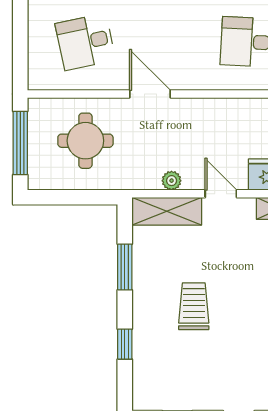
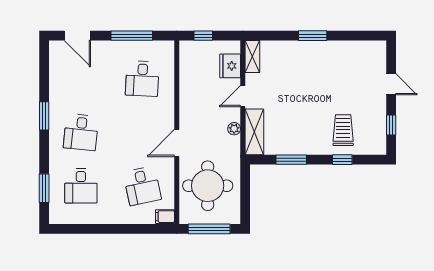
filing cabinet: (39, 76) -> (165, 217), added
round table: (85, 141) -> (208, 186), width x1.36, depth x1.36
trolley: (194, 306) -> (343, 130), moved, turned 90

